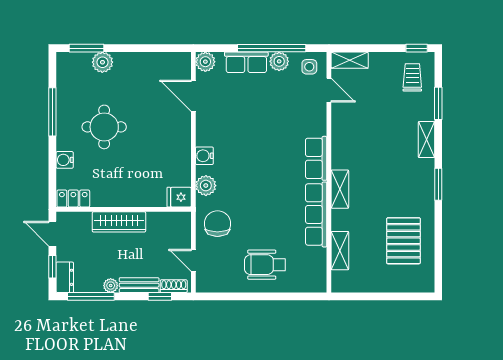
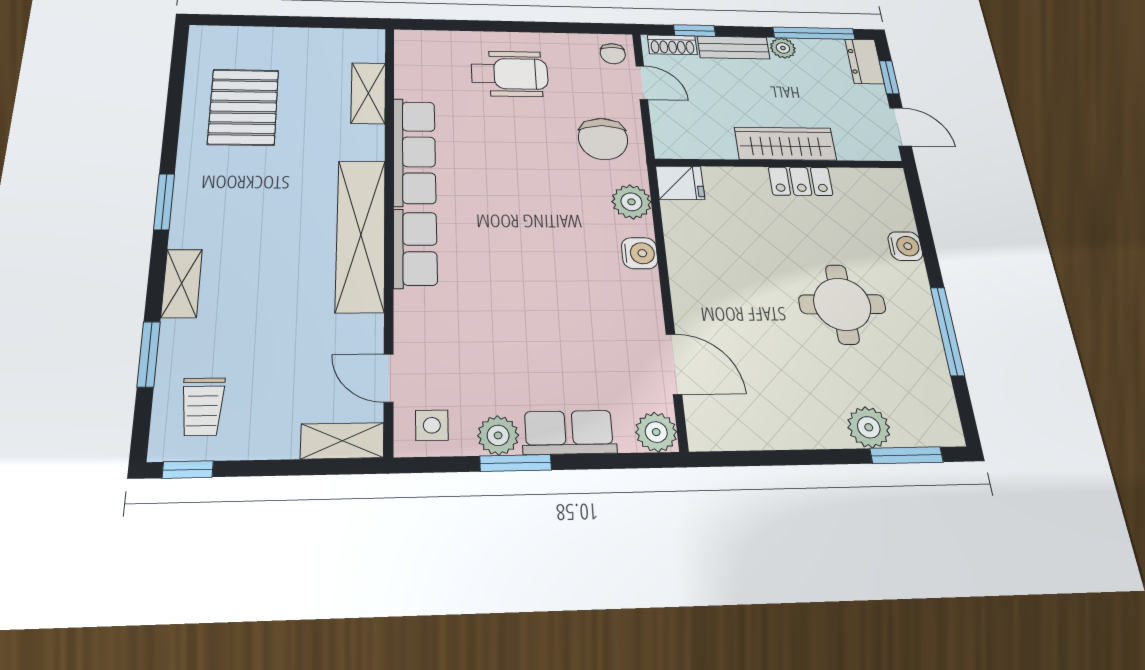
window: (272, 48) -> (516, 463), width x0.47
shelving: (340, 189) -> (361, 235), width x2.20, depth x1.33
locker: (73, 199) -> (801, 181), moved
chair: (208, 279) -> (613, 54), added

